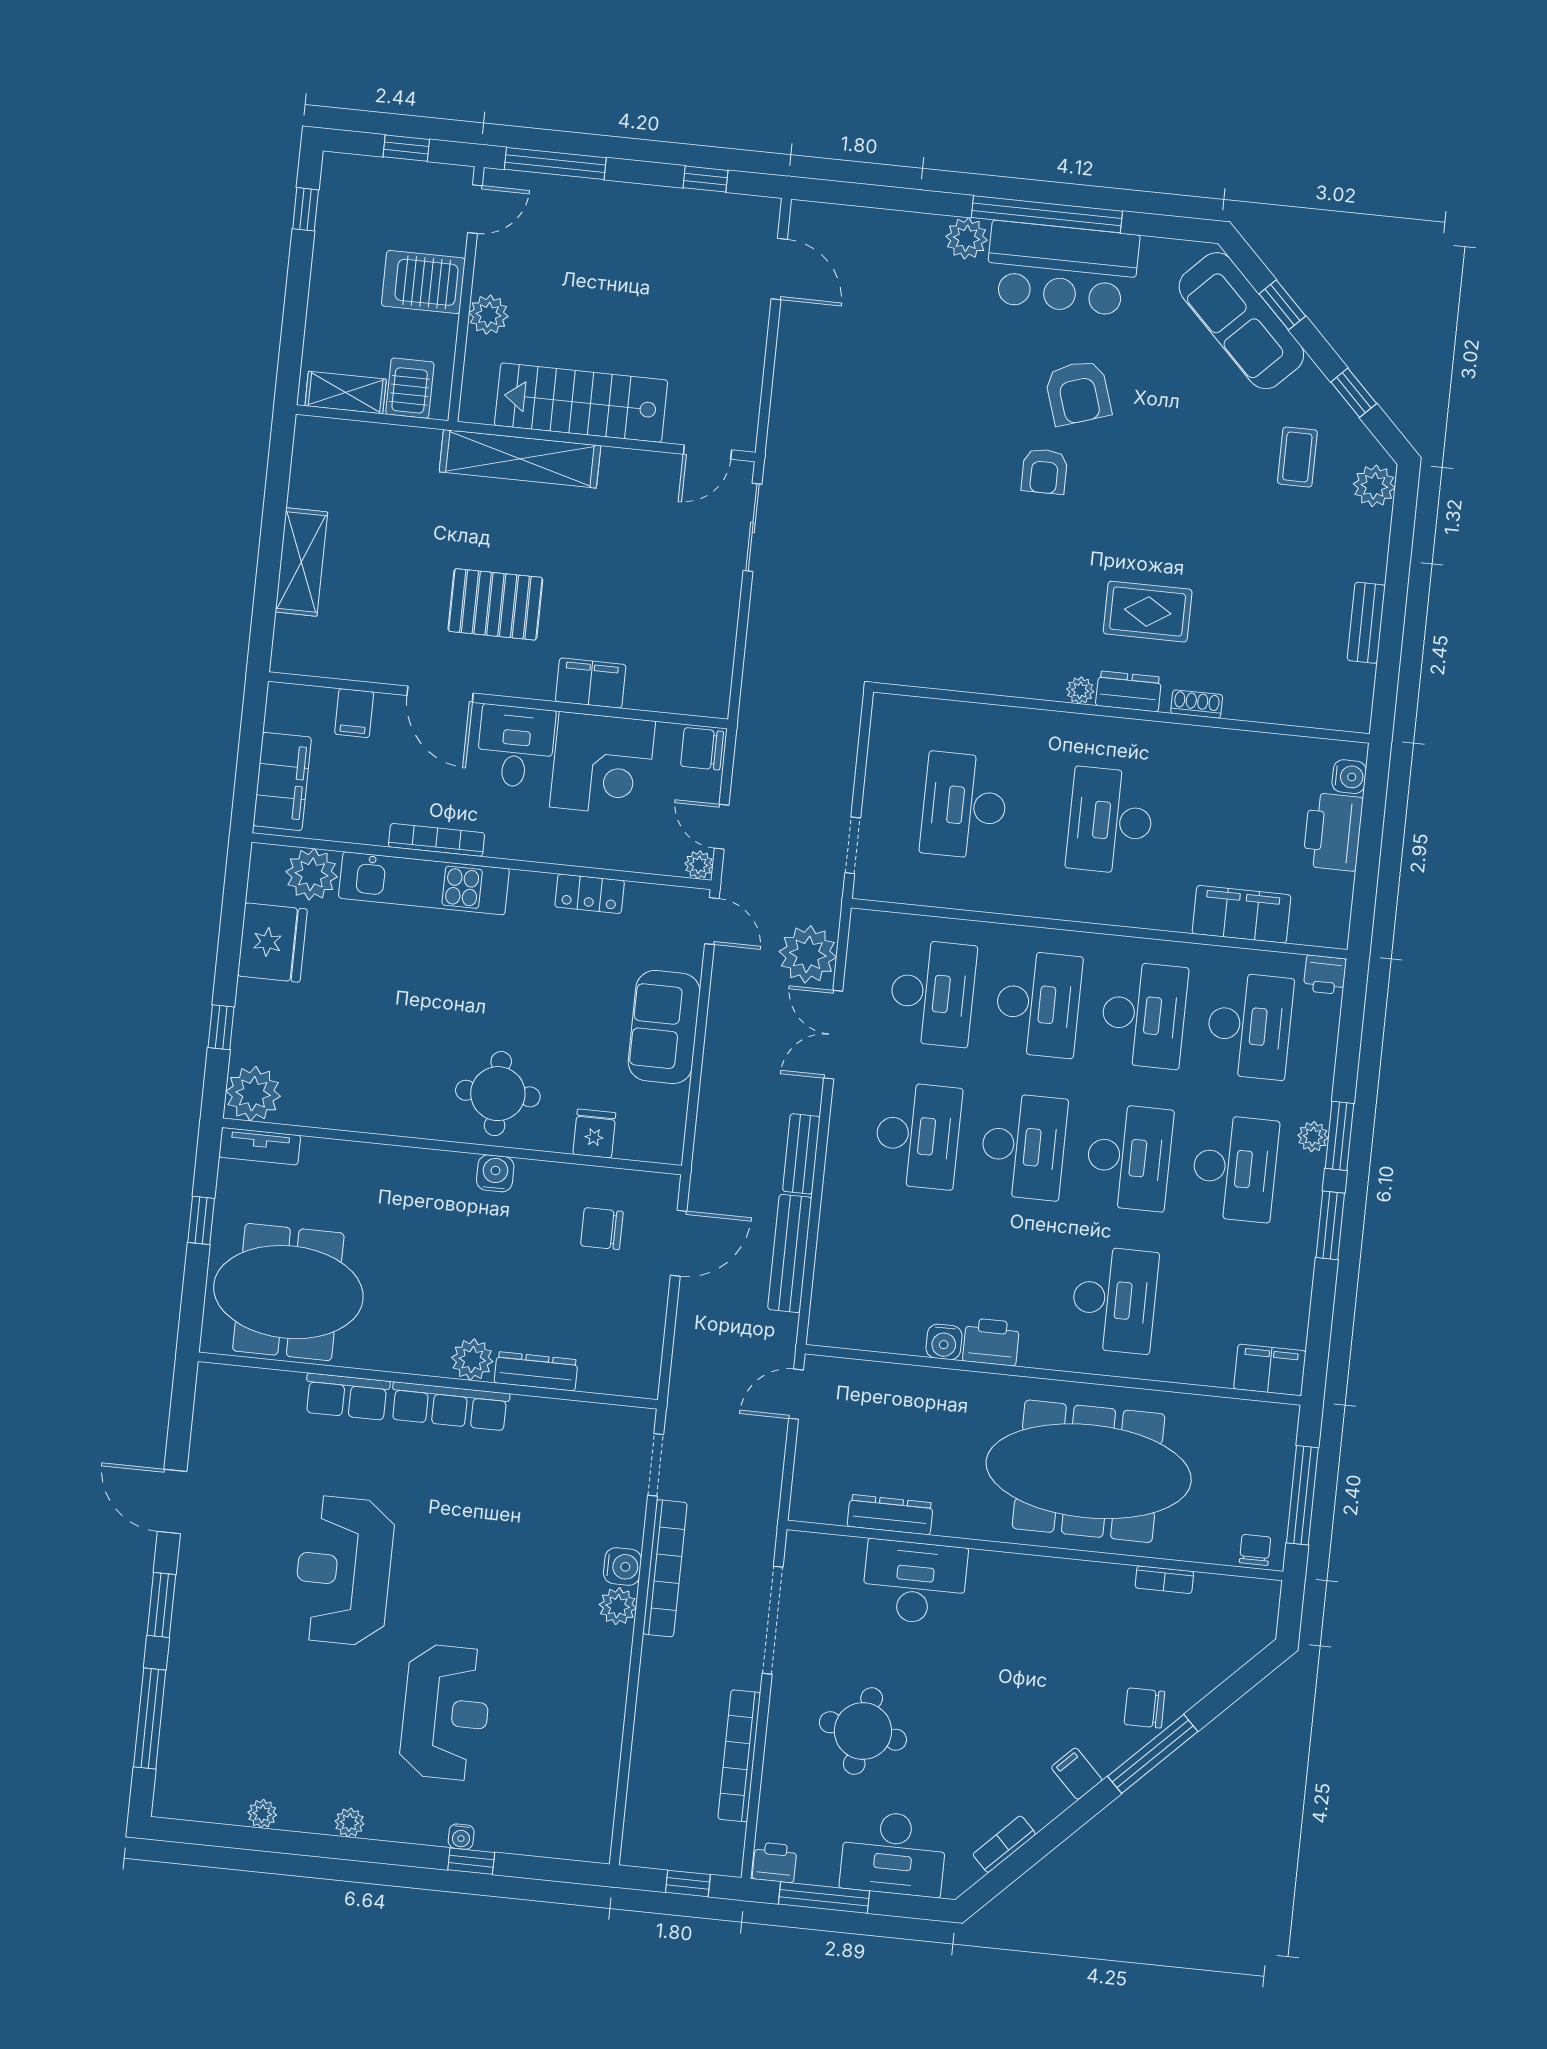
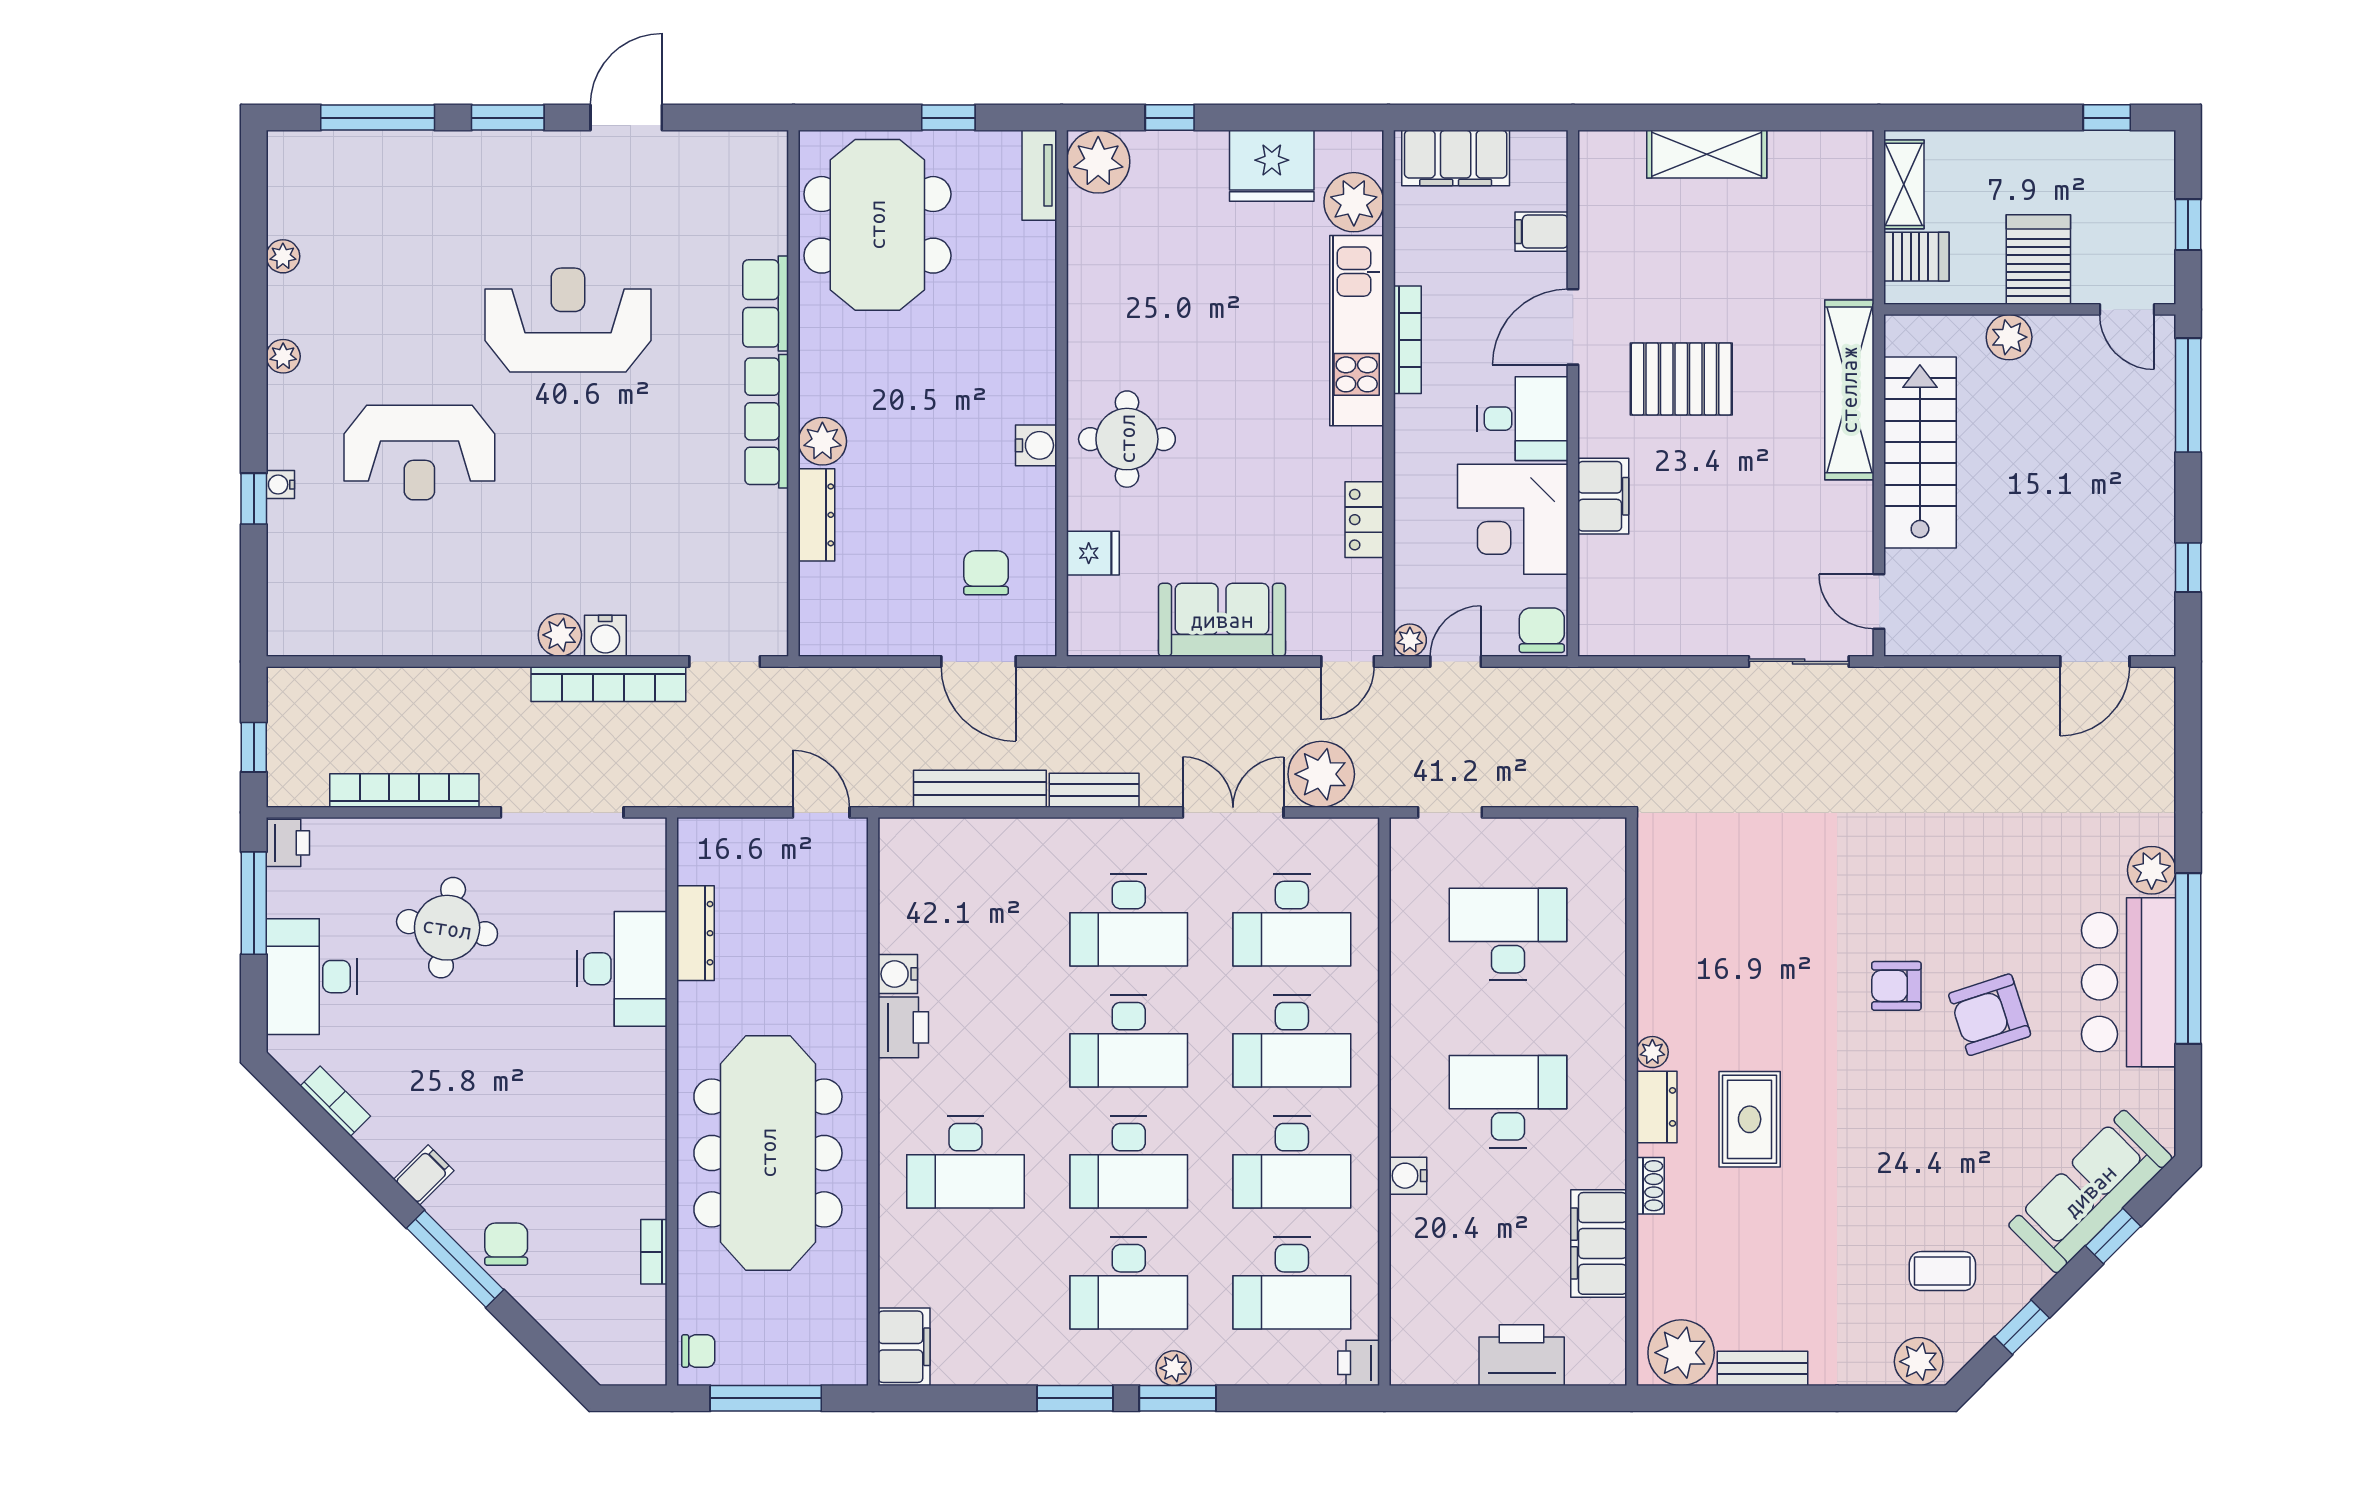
pallet: (495, 604) -> (1681, 379), turned 90
plant: (1345, 692) -> (1681, 1353), added
water cooler: (1349, 777) -> (1408, 1176), moved, turned 90
filing cabinet: (1242, 914) -> (1599, 1243), moved, turned 180

